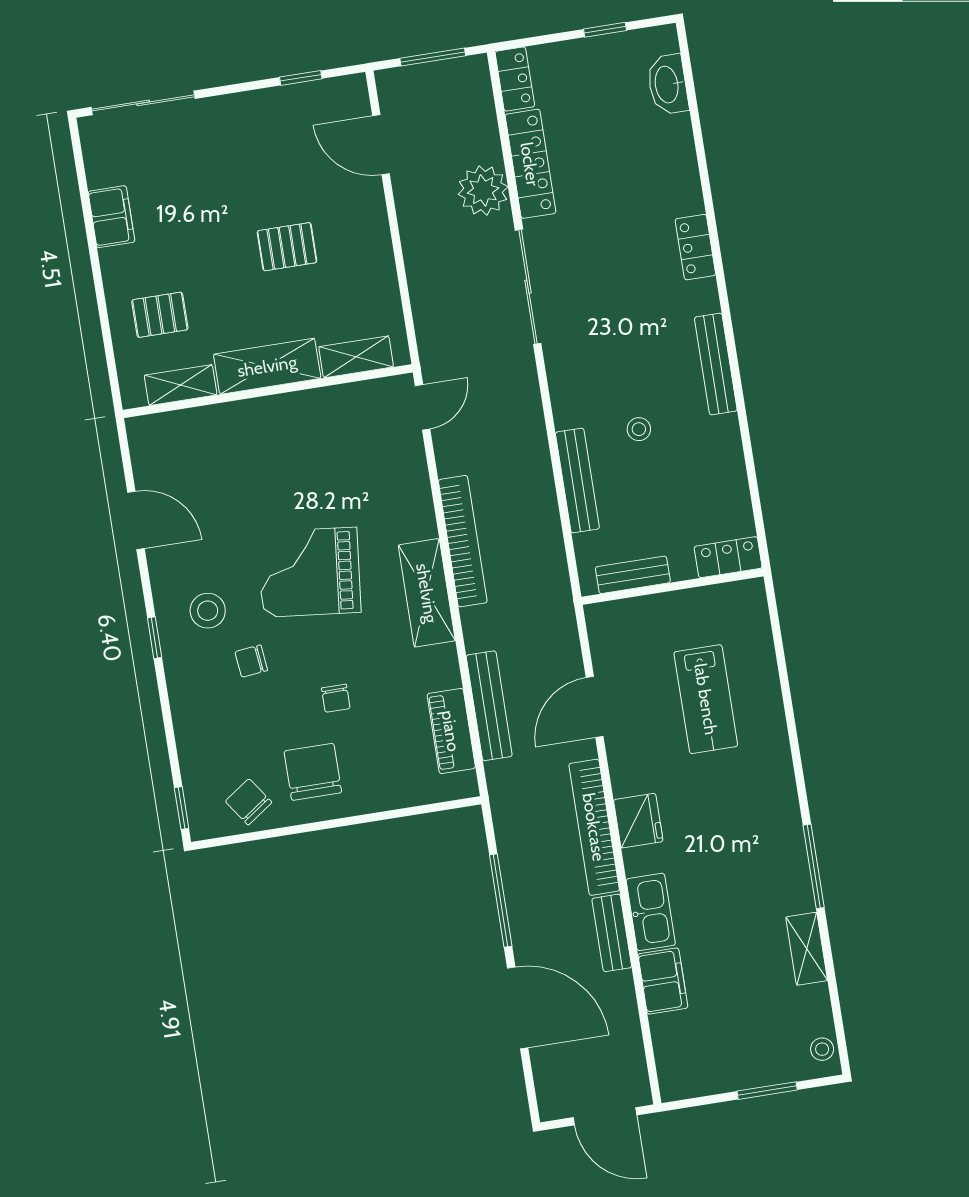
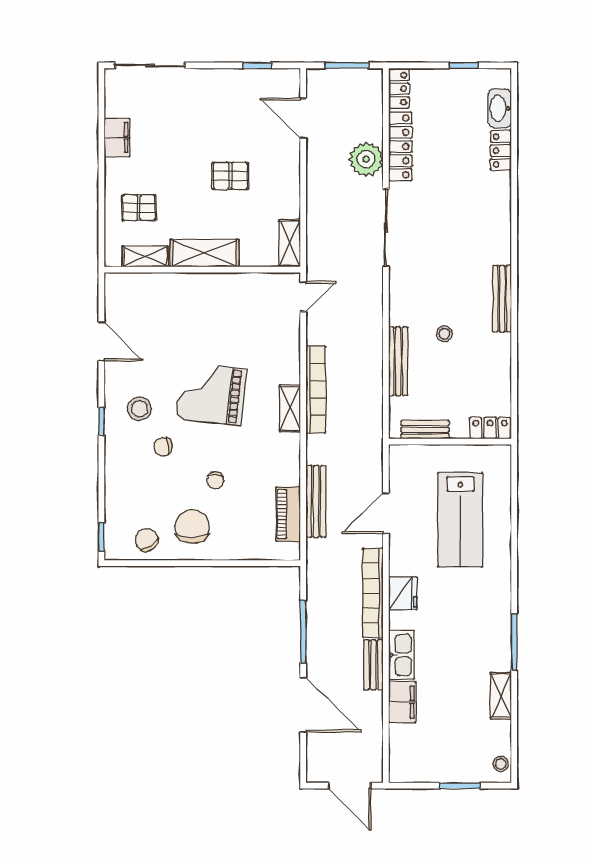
locker: (695, 247) -> (501, 151), moved
shelving: (356, 357) -> (290, 243), moved, turned 90
shelving: (427, 593) -> (290, 408), width x0.67, depth x0.75
lab bench: (706, 699) -> (460, 520), width x1.36, depth x1.39

